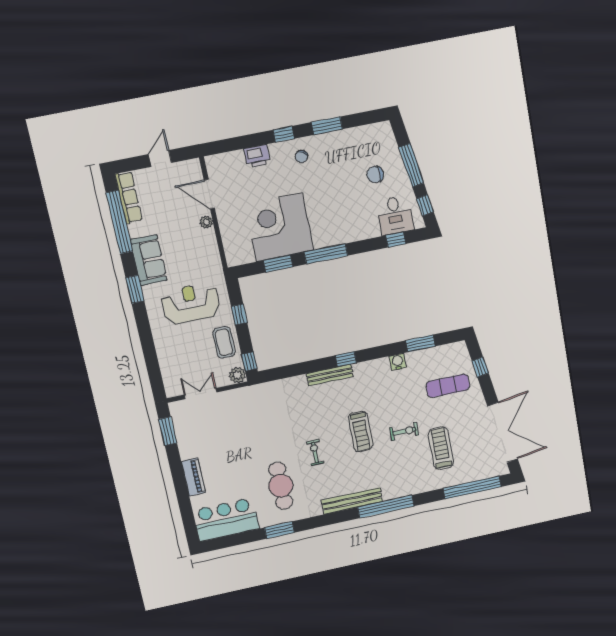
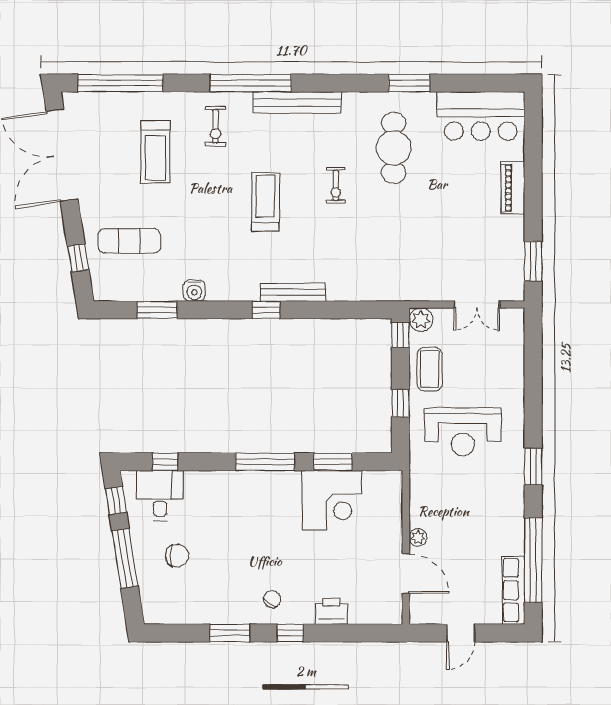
corner desk: (279, 227) -> (332, 500), width x0.74, depth x0.74
sofa: (149, 260) -> (506, 502), removed
exercise bike: (404, 431) -> (216, 126), moved, turned -90

